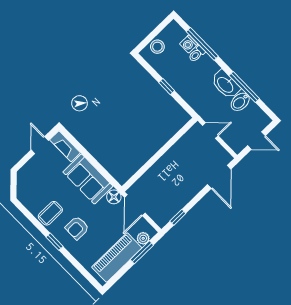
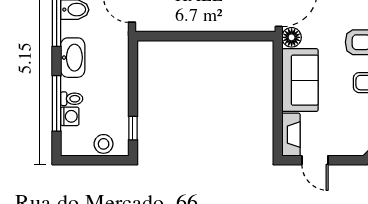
washbasin: (226, 85) -> (73, 58), moved
window: (167, 87) -> (133, 128), moved
door: (40, 145) -> (315, 160), hinge flipped

